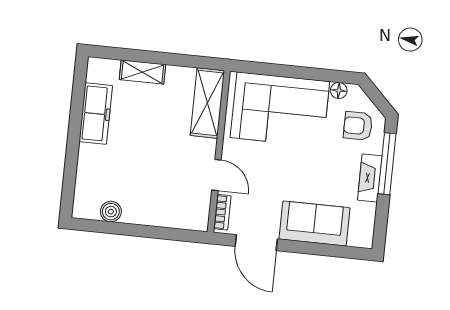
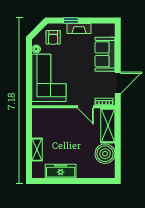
shelving: (207, 103) -> (108, 125), moved, turned 90
window: (387, 164) -> (71, 21), width x0.46
door: (216, 175) -> (85, 107), swing flipped
boiler: (111, 212) -> (105, 154), width x1.86, depth x1.86

